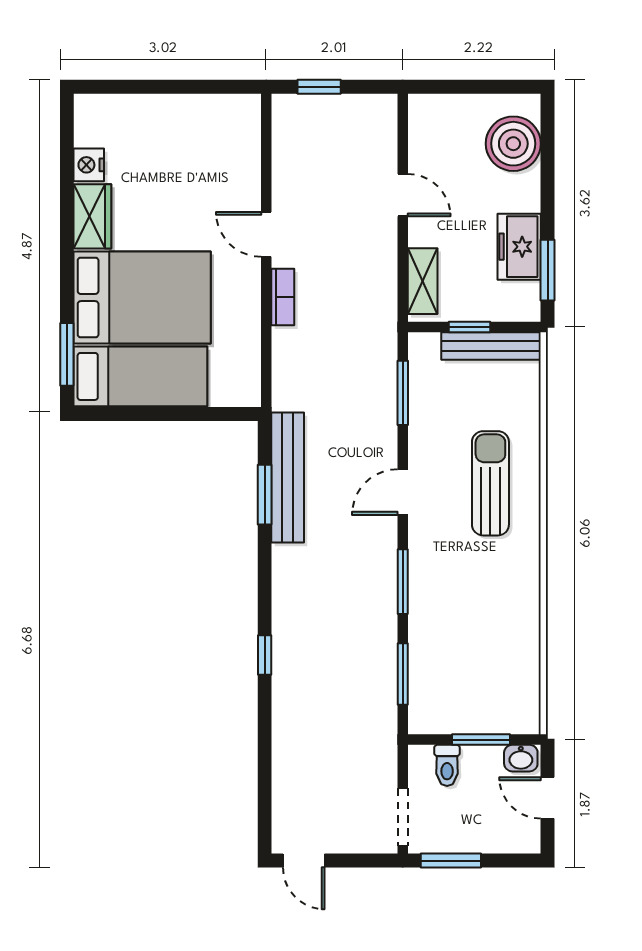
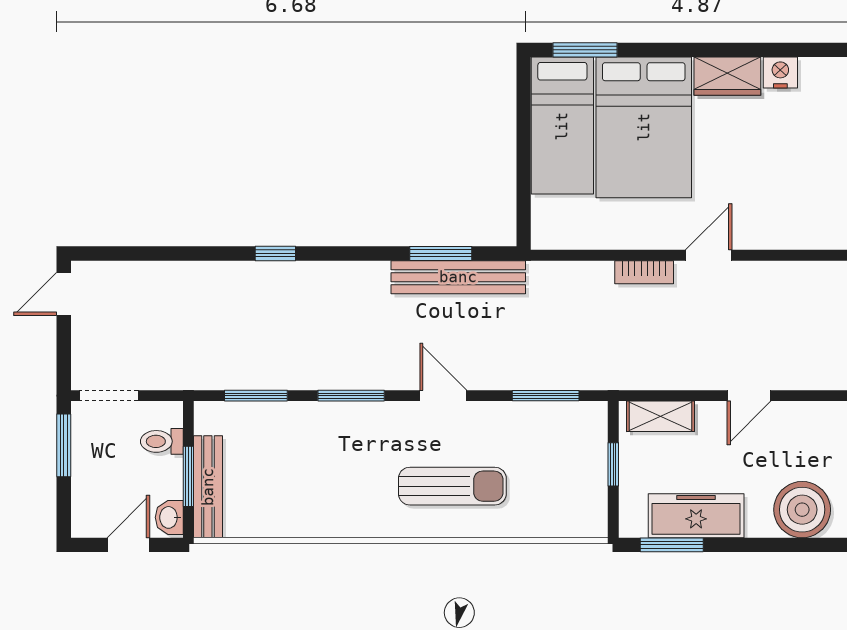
freezer: (519, 247) -> (696, 516), width x1.40
bench: (491, 346) -> (208, 487), moved

